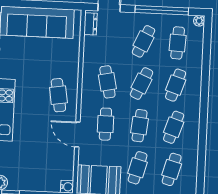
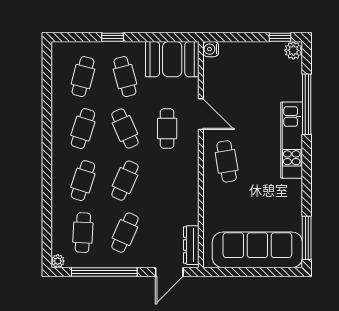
dresser: (90, 24) -> (191, 245), width x1.44
cafe table: (107, 82) -> (167, 181), removed
cafe table: (140, 126) -> (125, 129), turned -30
cafe table: (138, 168) -> (125, 77), turned -30

